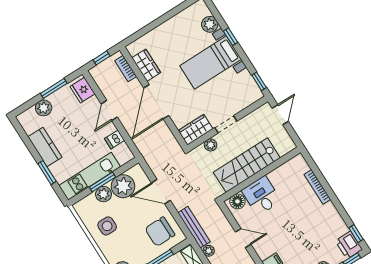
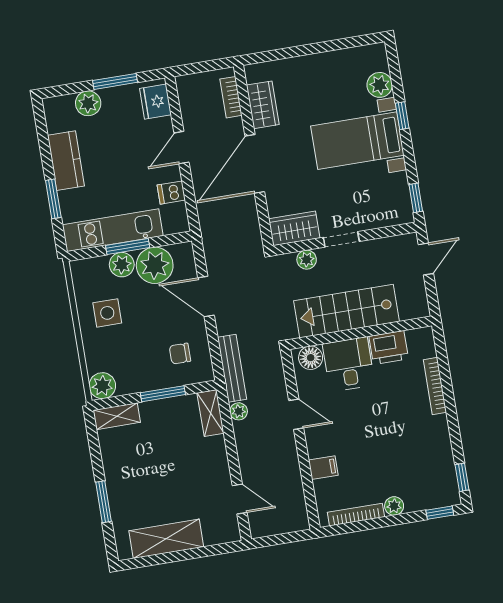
window: (102, 58) -> (203, 67), removed
chair: (160, 232) -> (180, 354), width x0.54, depth x0.54
printer: (349, 245) -> (389, 348), moved, turned -90

